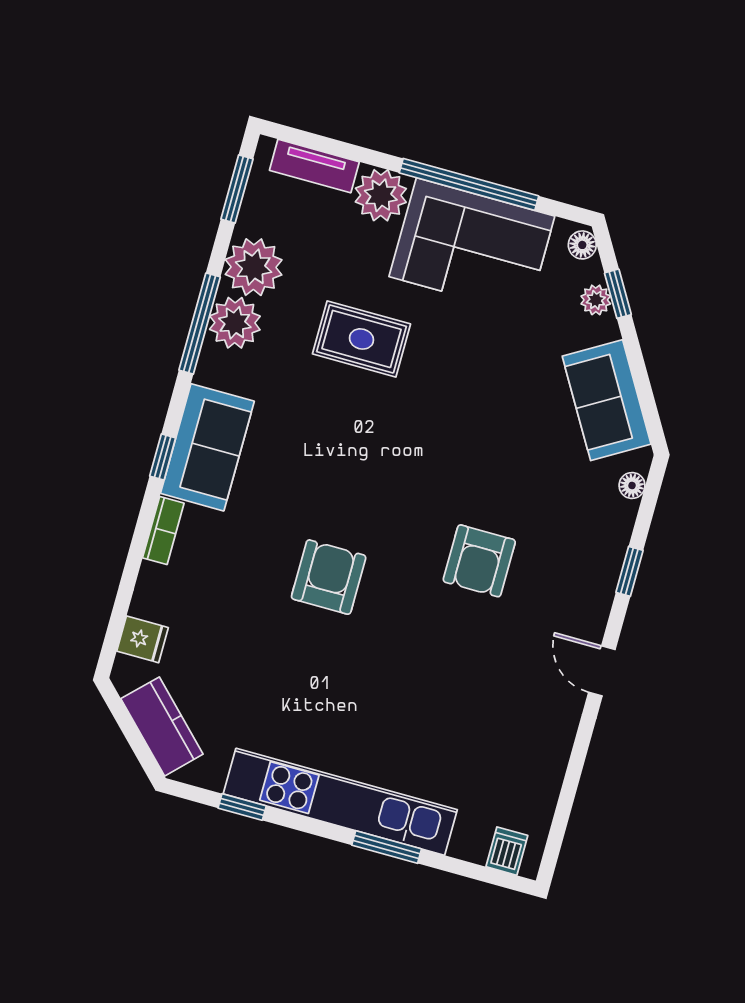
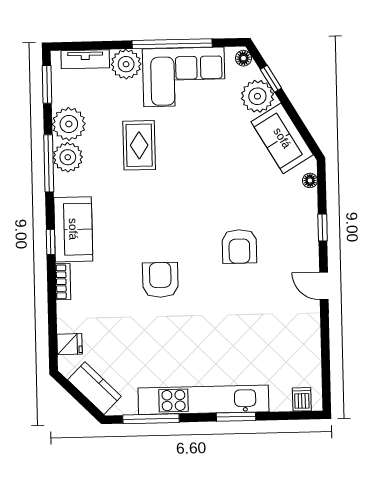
plant: (596, 300) -> (257, 96), width x1.88, depth x1.88
rug: (362, 339) -> (139, 145), turned 90
window: (242, 807) -> (151, 419), width x2.17

